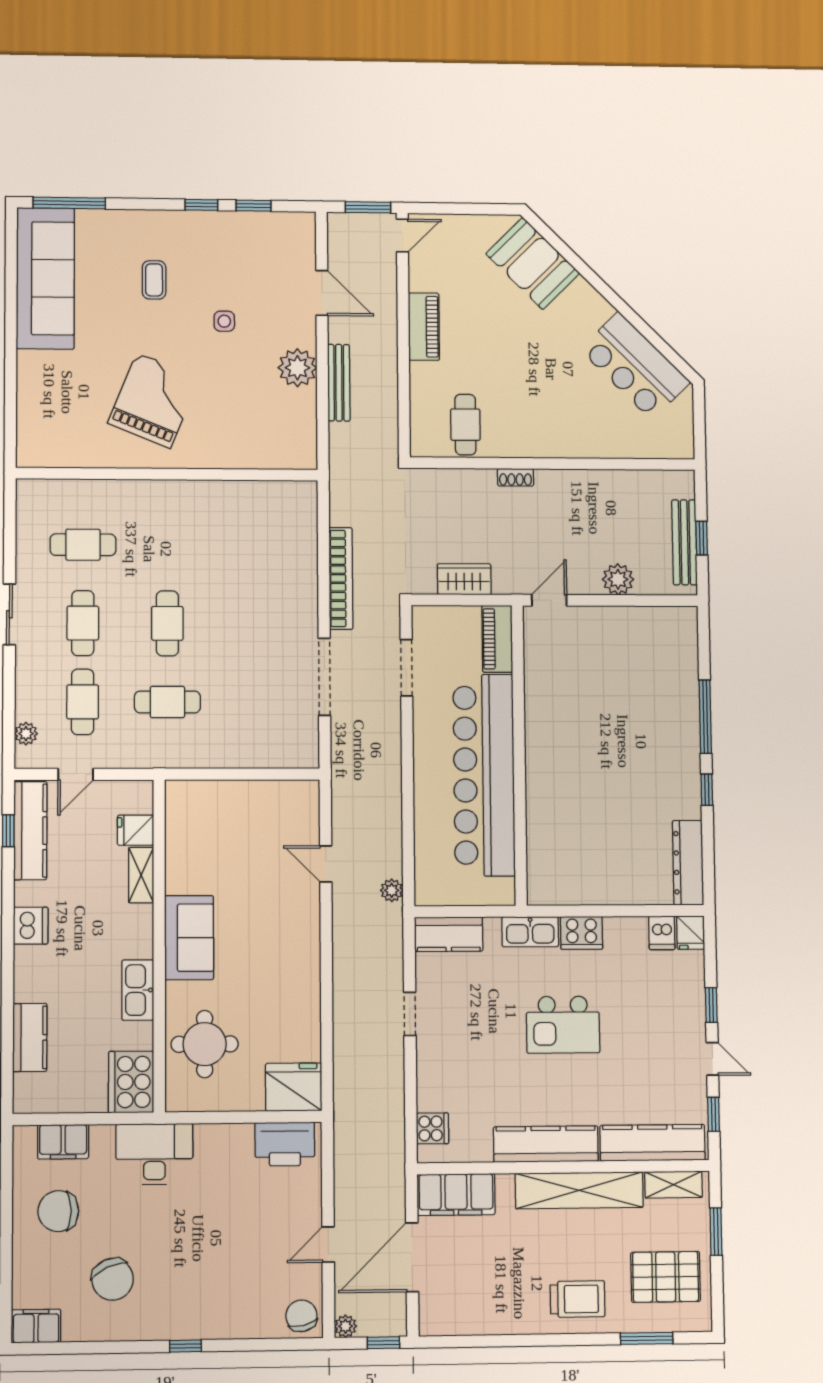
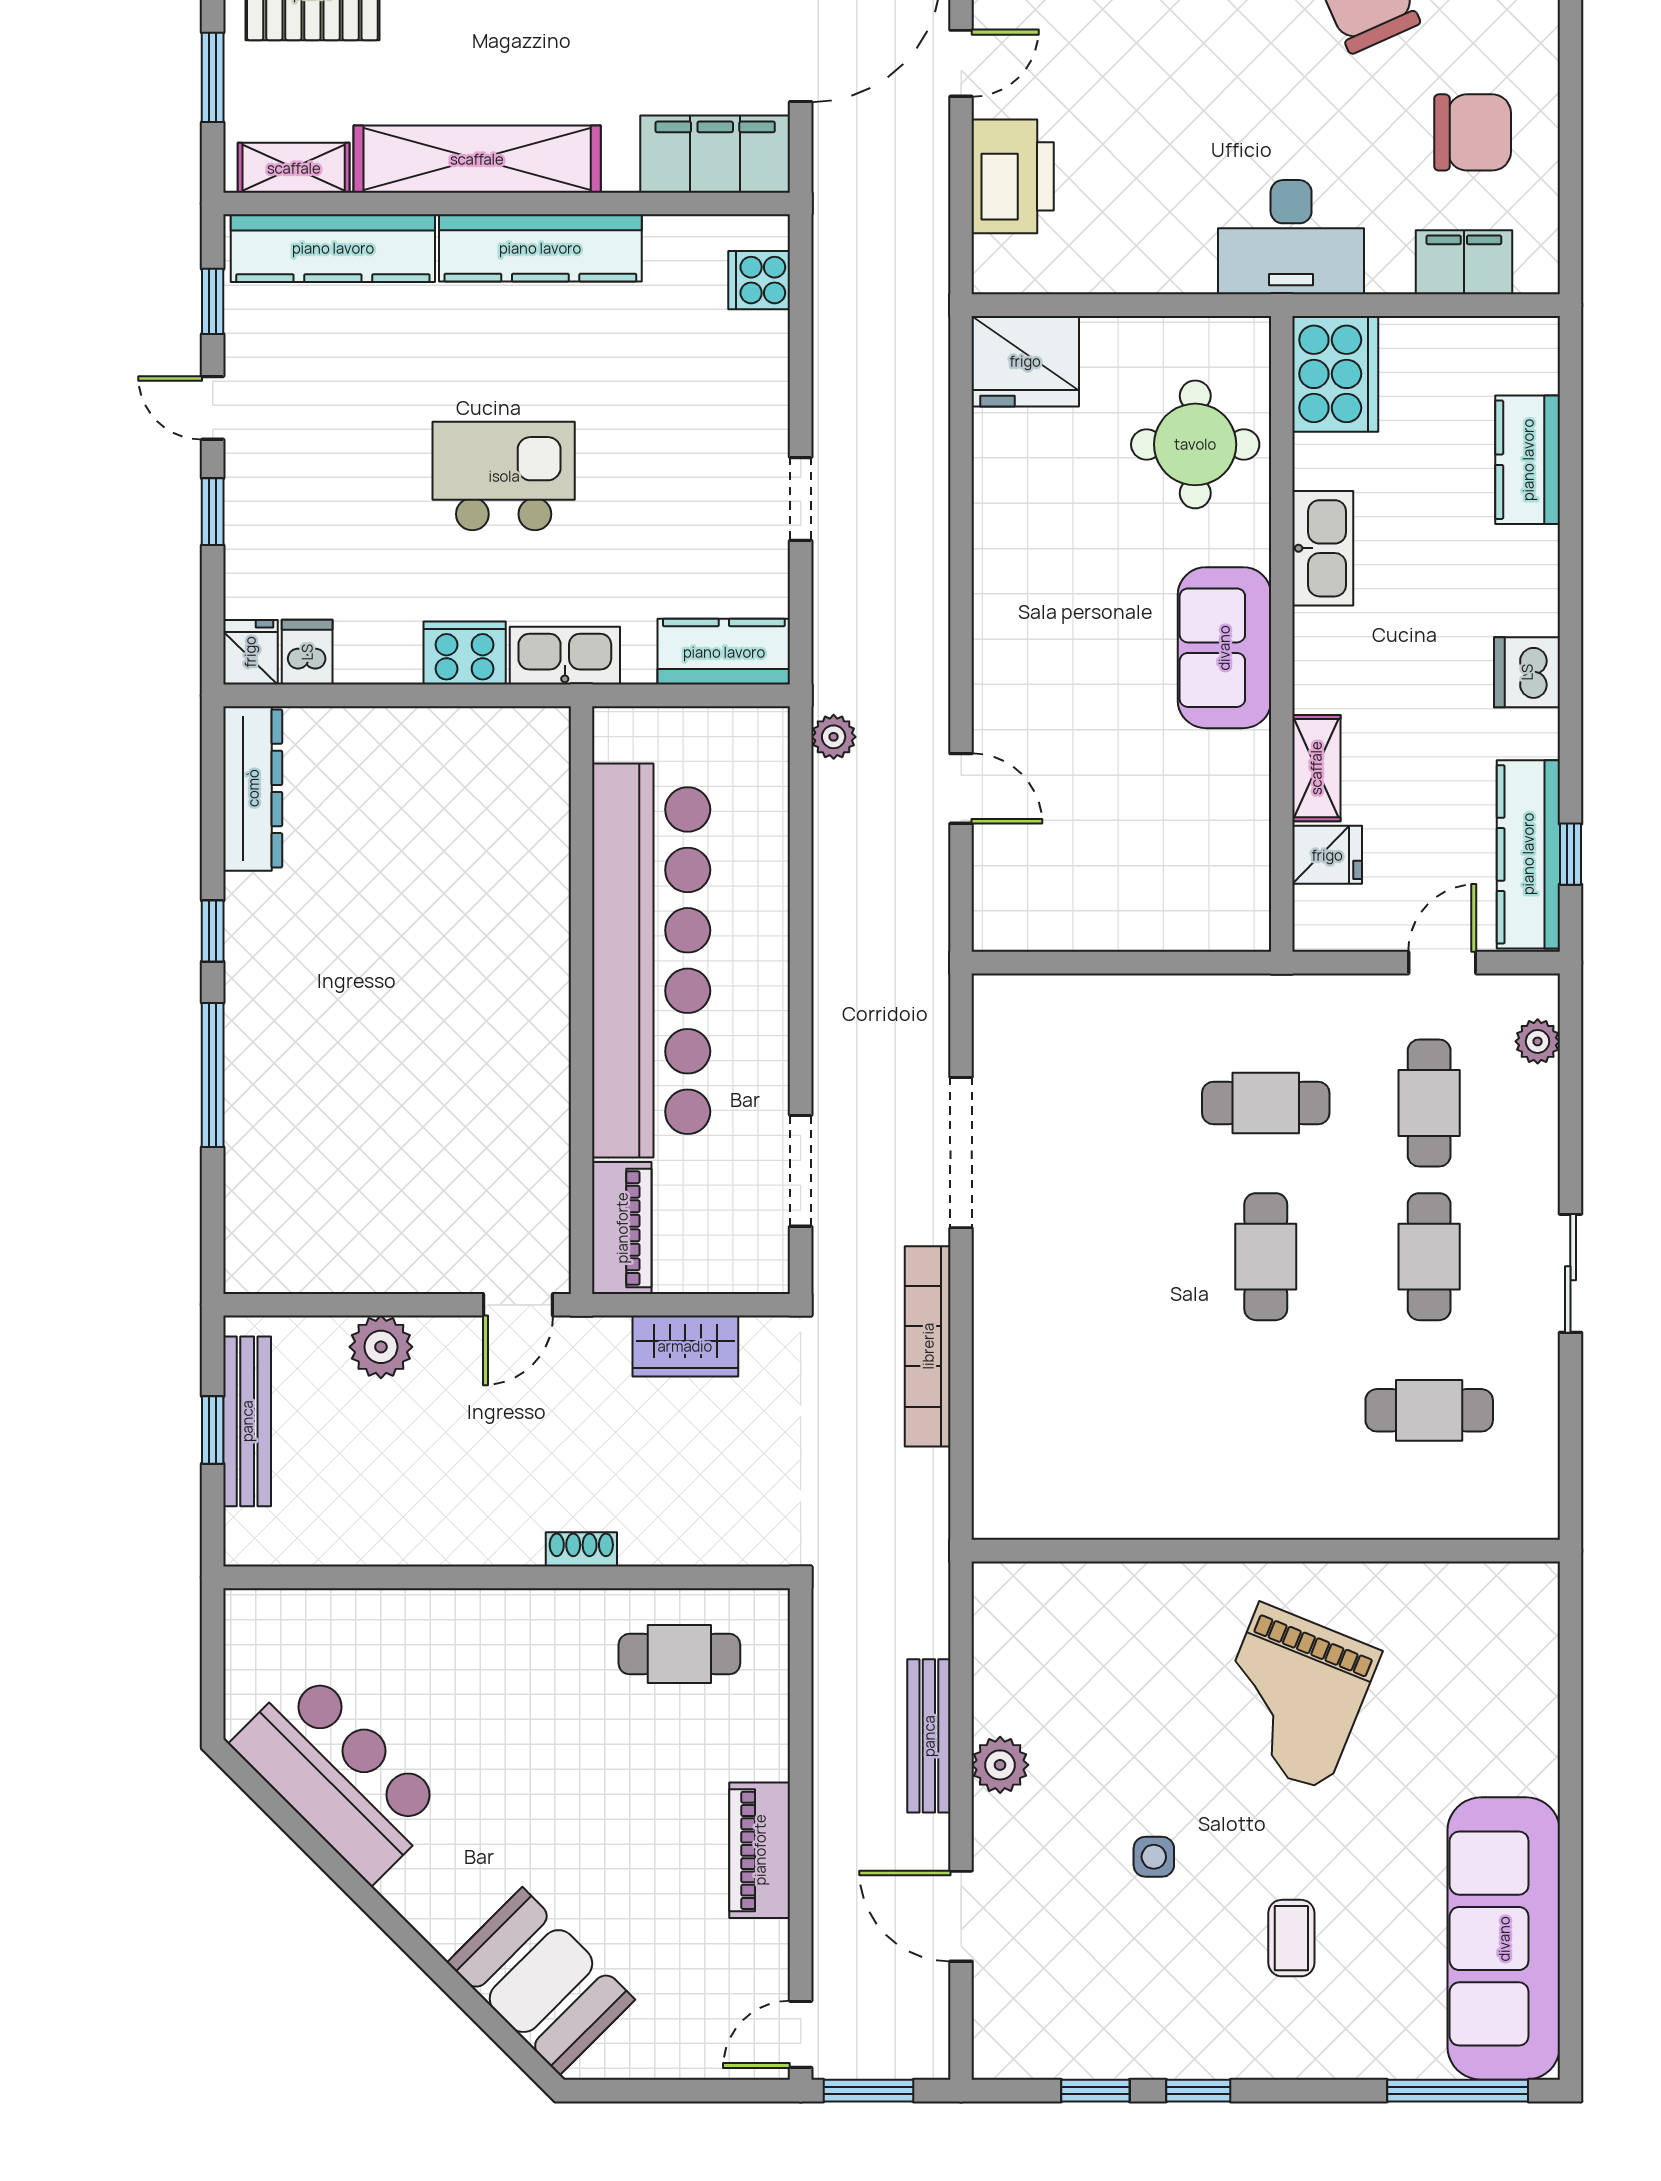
plant: (297, 368) -> (1000, 1765), width x0.73, depth x0.73
cafe table: (465, 425) -> (679, 1654), turned 90
printer: (285, 1144) -> (1013, 176), moved, turned 90

